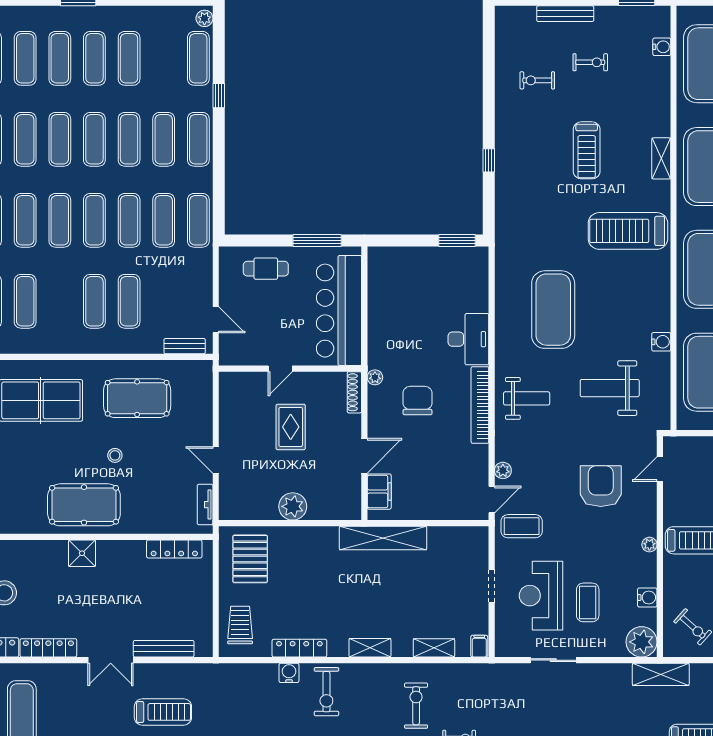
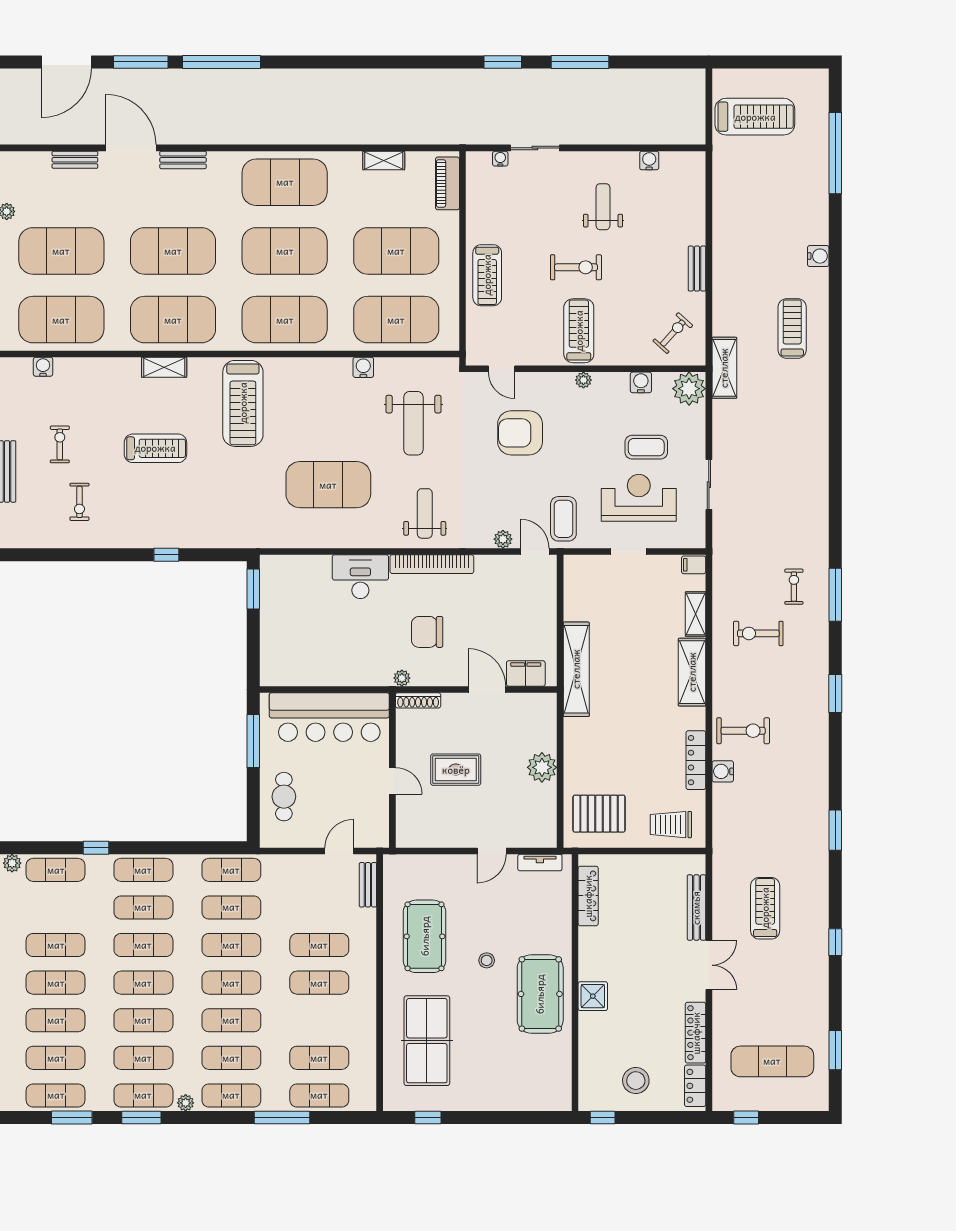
reception desk: (541, 596) -> (639, 498), turned 180
shelving: (370, 648) -> (692, 672), width x1.50, depth x1.33

